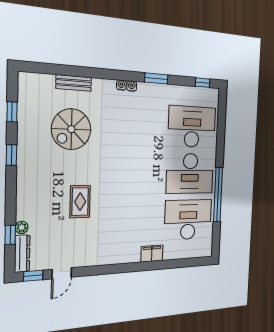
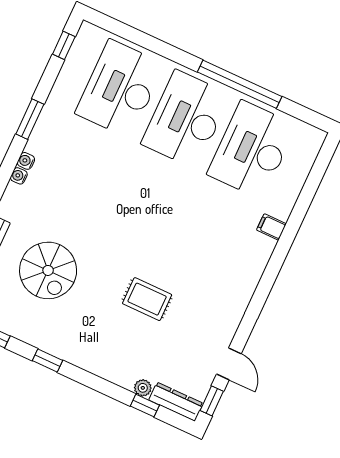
desk: (190, 173) -> (186, 119), turned 180
filing cabinet: (152, 254) -> (271, 227), width x0.50

